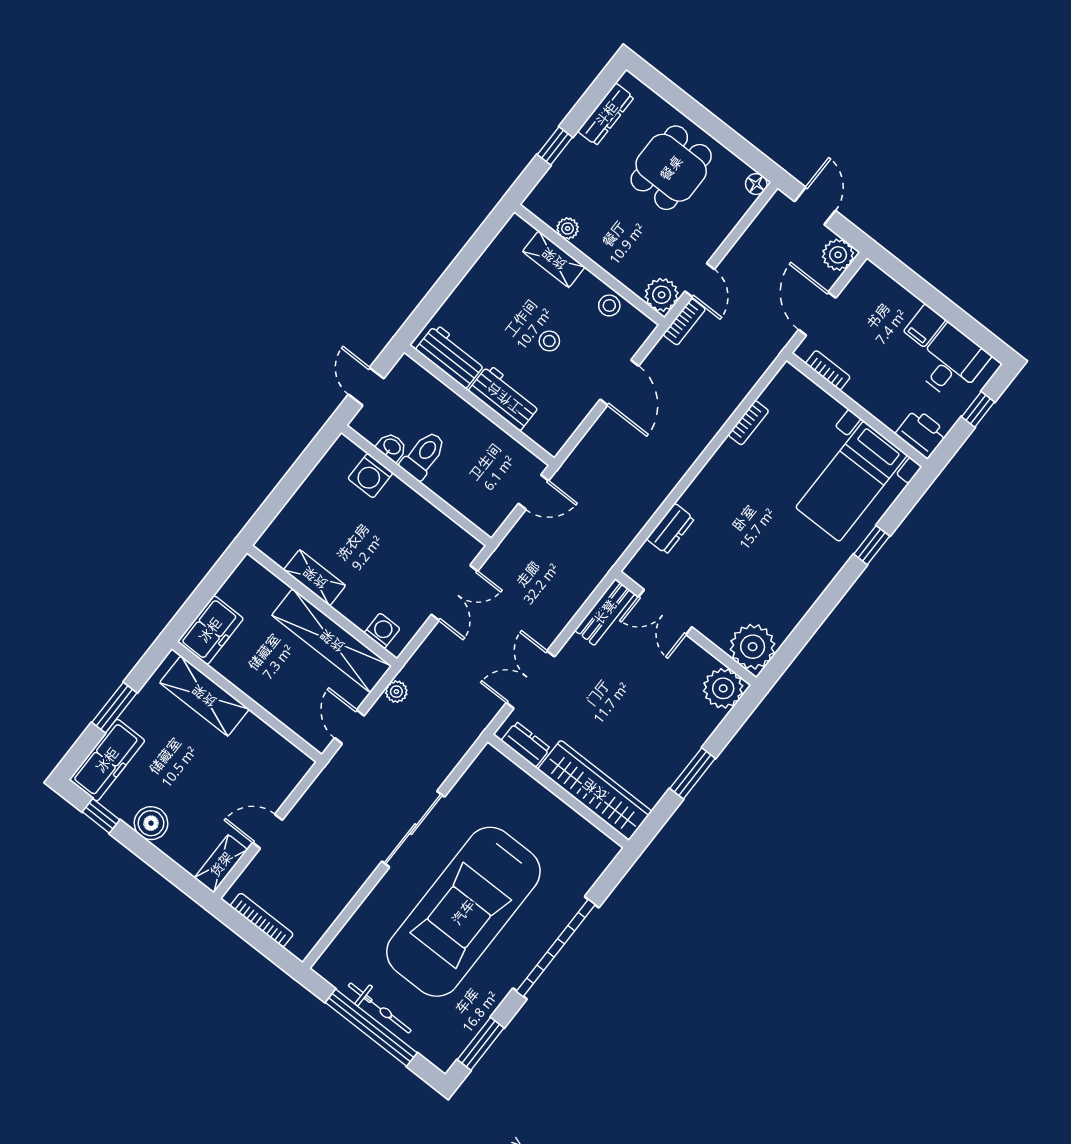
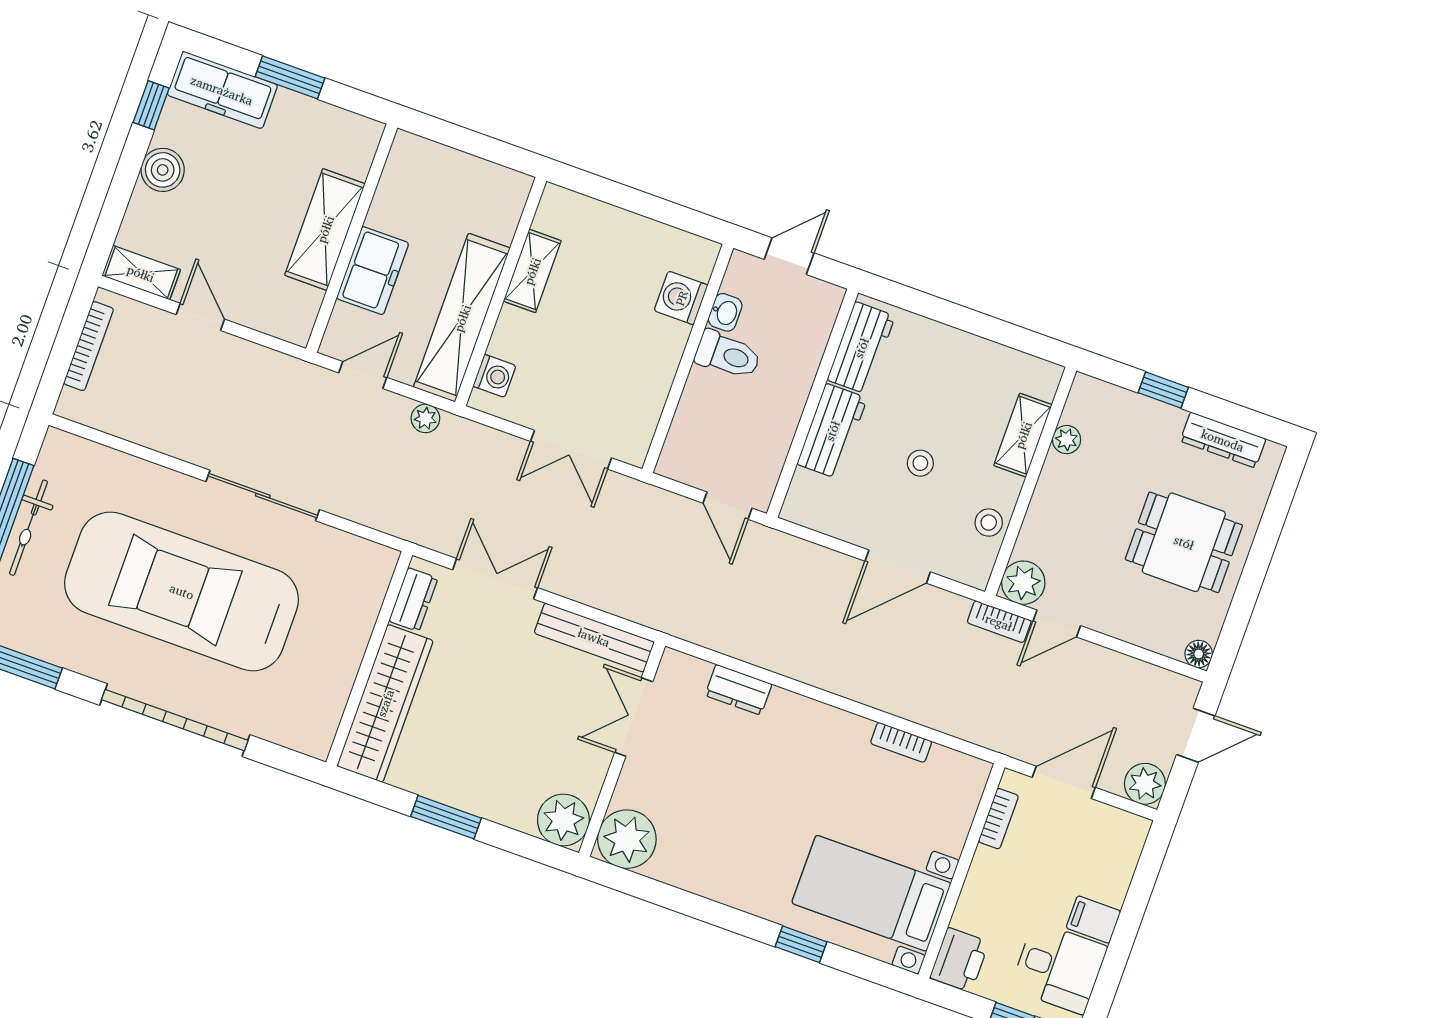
bench: (605, 612) -> (594, 637), width x1.36
freezer: (210, 630) -> (373, 271), moved, turned -90
shelving: (204, 696) -> (325, 229), moved

